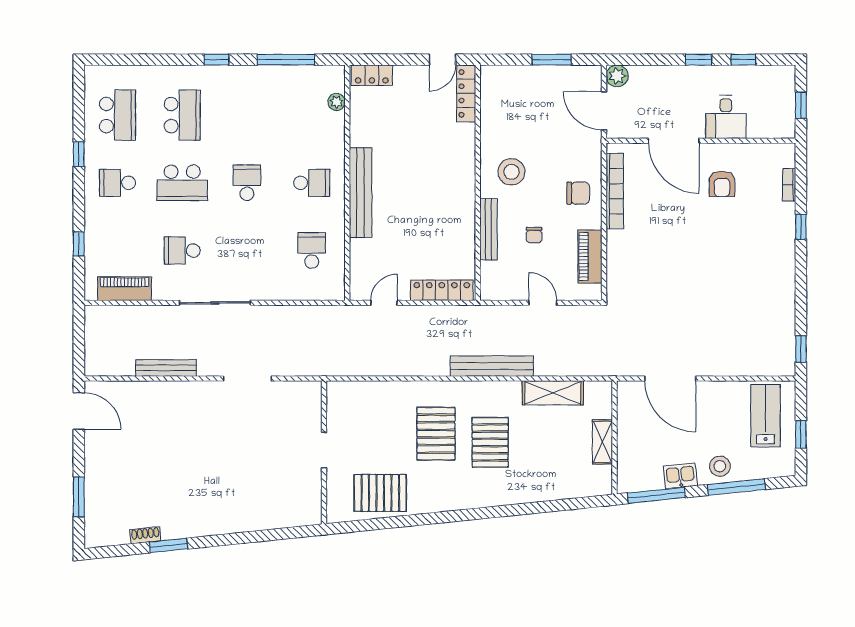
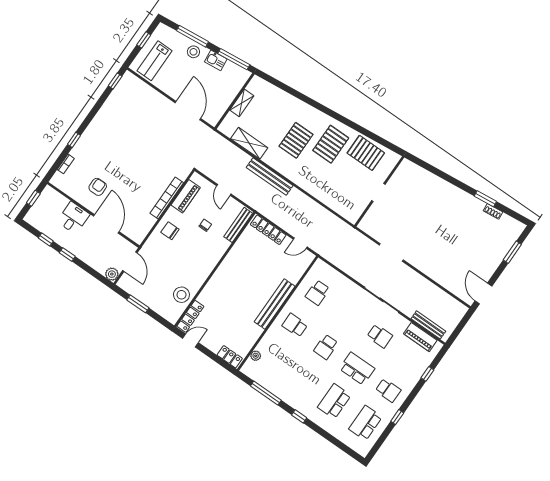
stool: (511, 172) -> (181, 295), moved
bookcase: (615, 191) -> (167, 198), moved
bench: (488, 229) -> (238, 225), moved
bench: (166, 368) -> (428, 325), moved
pallet: (436, 434) -> (331, 144), moved

